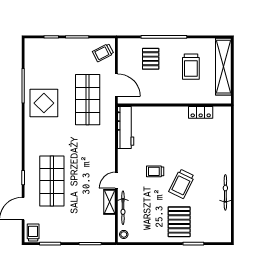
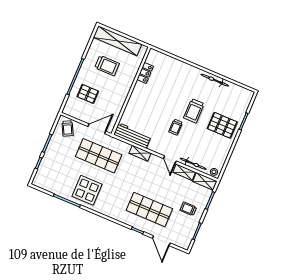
shelving: (110, 144) -> (140, 153), added
trolley: (182, 184) -> (194, 111), turned 64
shelving: (109, 229) -> (205, 181), added
trolley: (33, 233) -> (188, 209), moved

